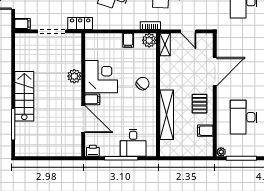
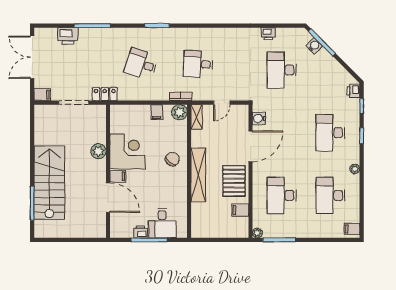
door: (188, 31) -> (222, 103), hinge flipped
water cooler: (223, 46) -> (259, 119), added
stairs: (24, 96) -> (49, 183), width x1.36, depth x1.51
pallet: (200, 104) -> (234, 181), width x1.50, depth x1.42
shelving: (167, 115) -> (198, 175), moved
printer: (93, 151) -> (141, 232), moved

